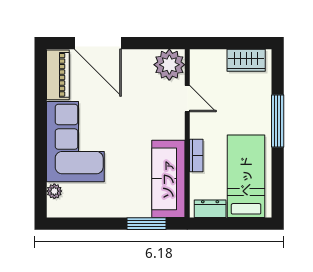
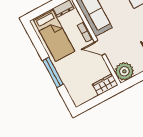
wardrobe: (246, 60) -> (105, 85), moved
door: (187, 99) -> (100, 48), moved

